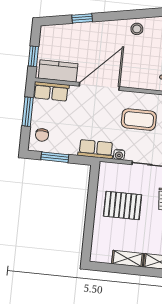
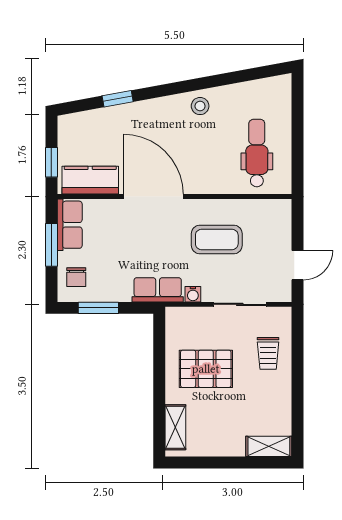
door: (99, 86) -> (153, 197), hinge flipped
row of seats: (51, 91) -> (70, 225), moved, turned -90
shelving: (128, 259) -> (175, 427), moved, turned 90

